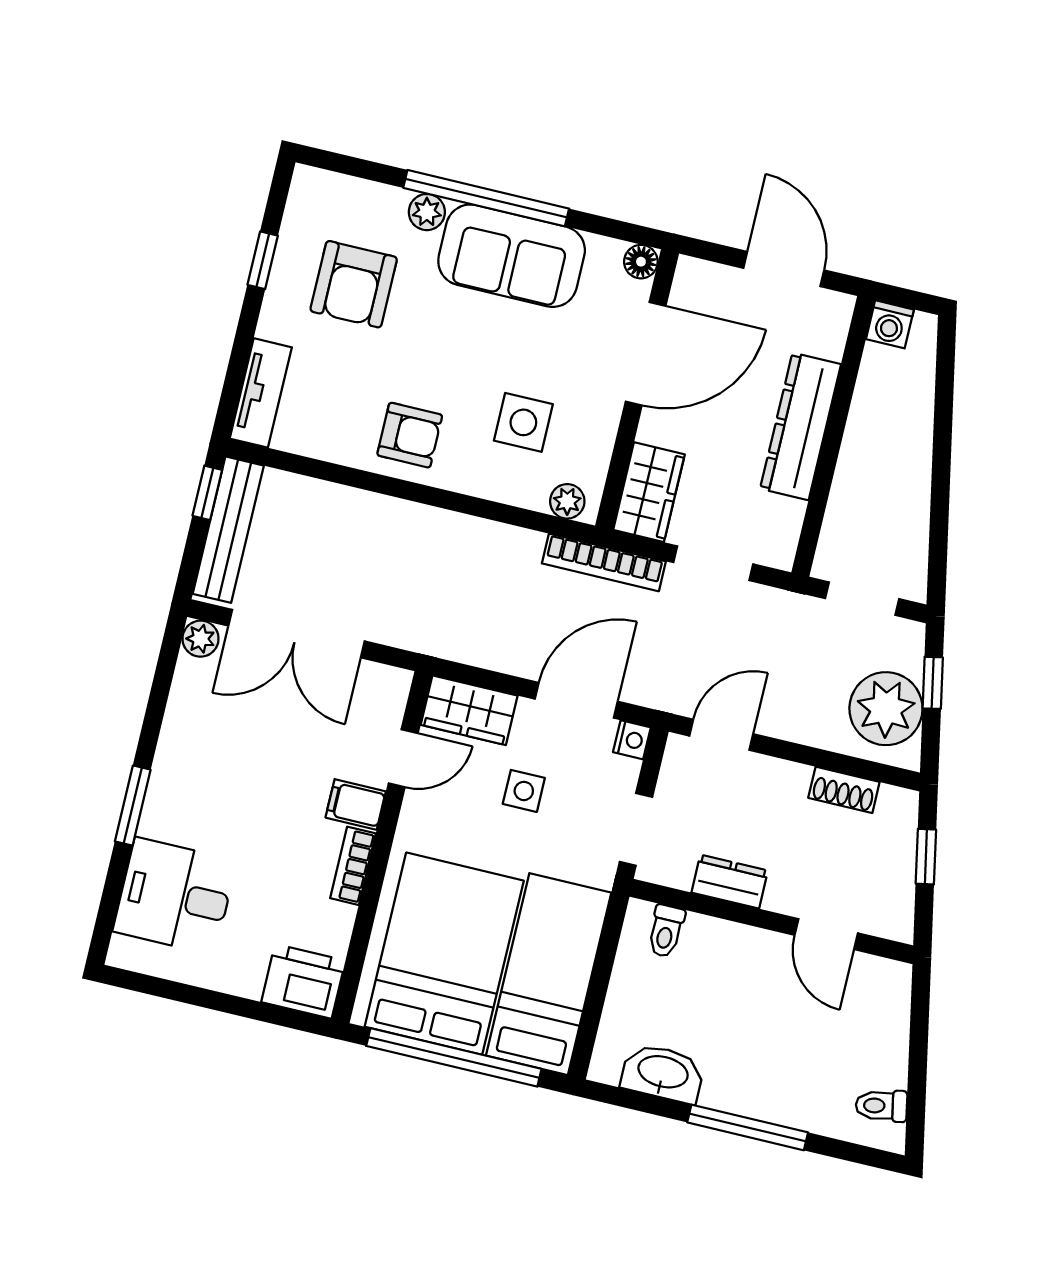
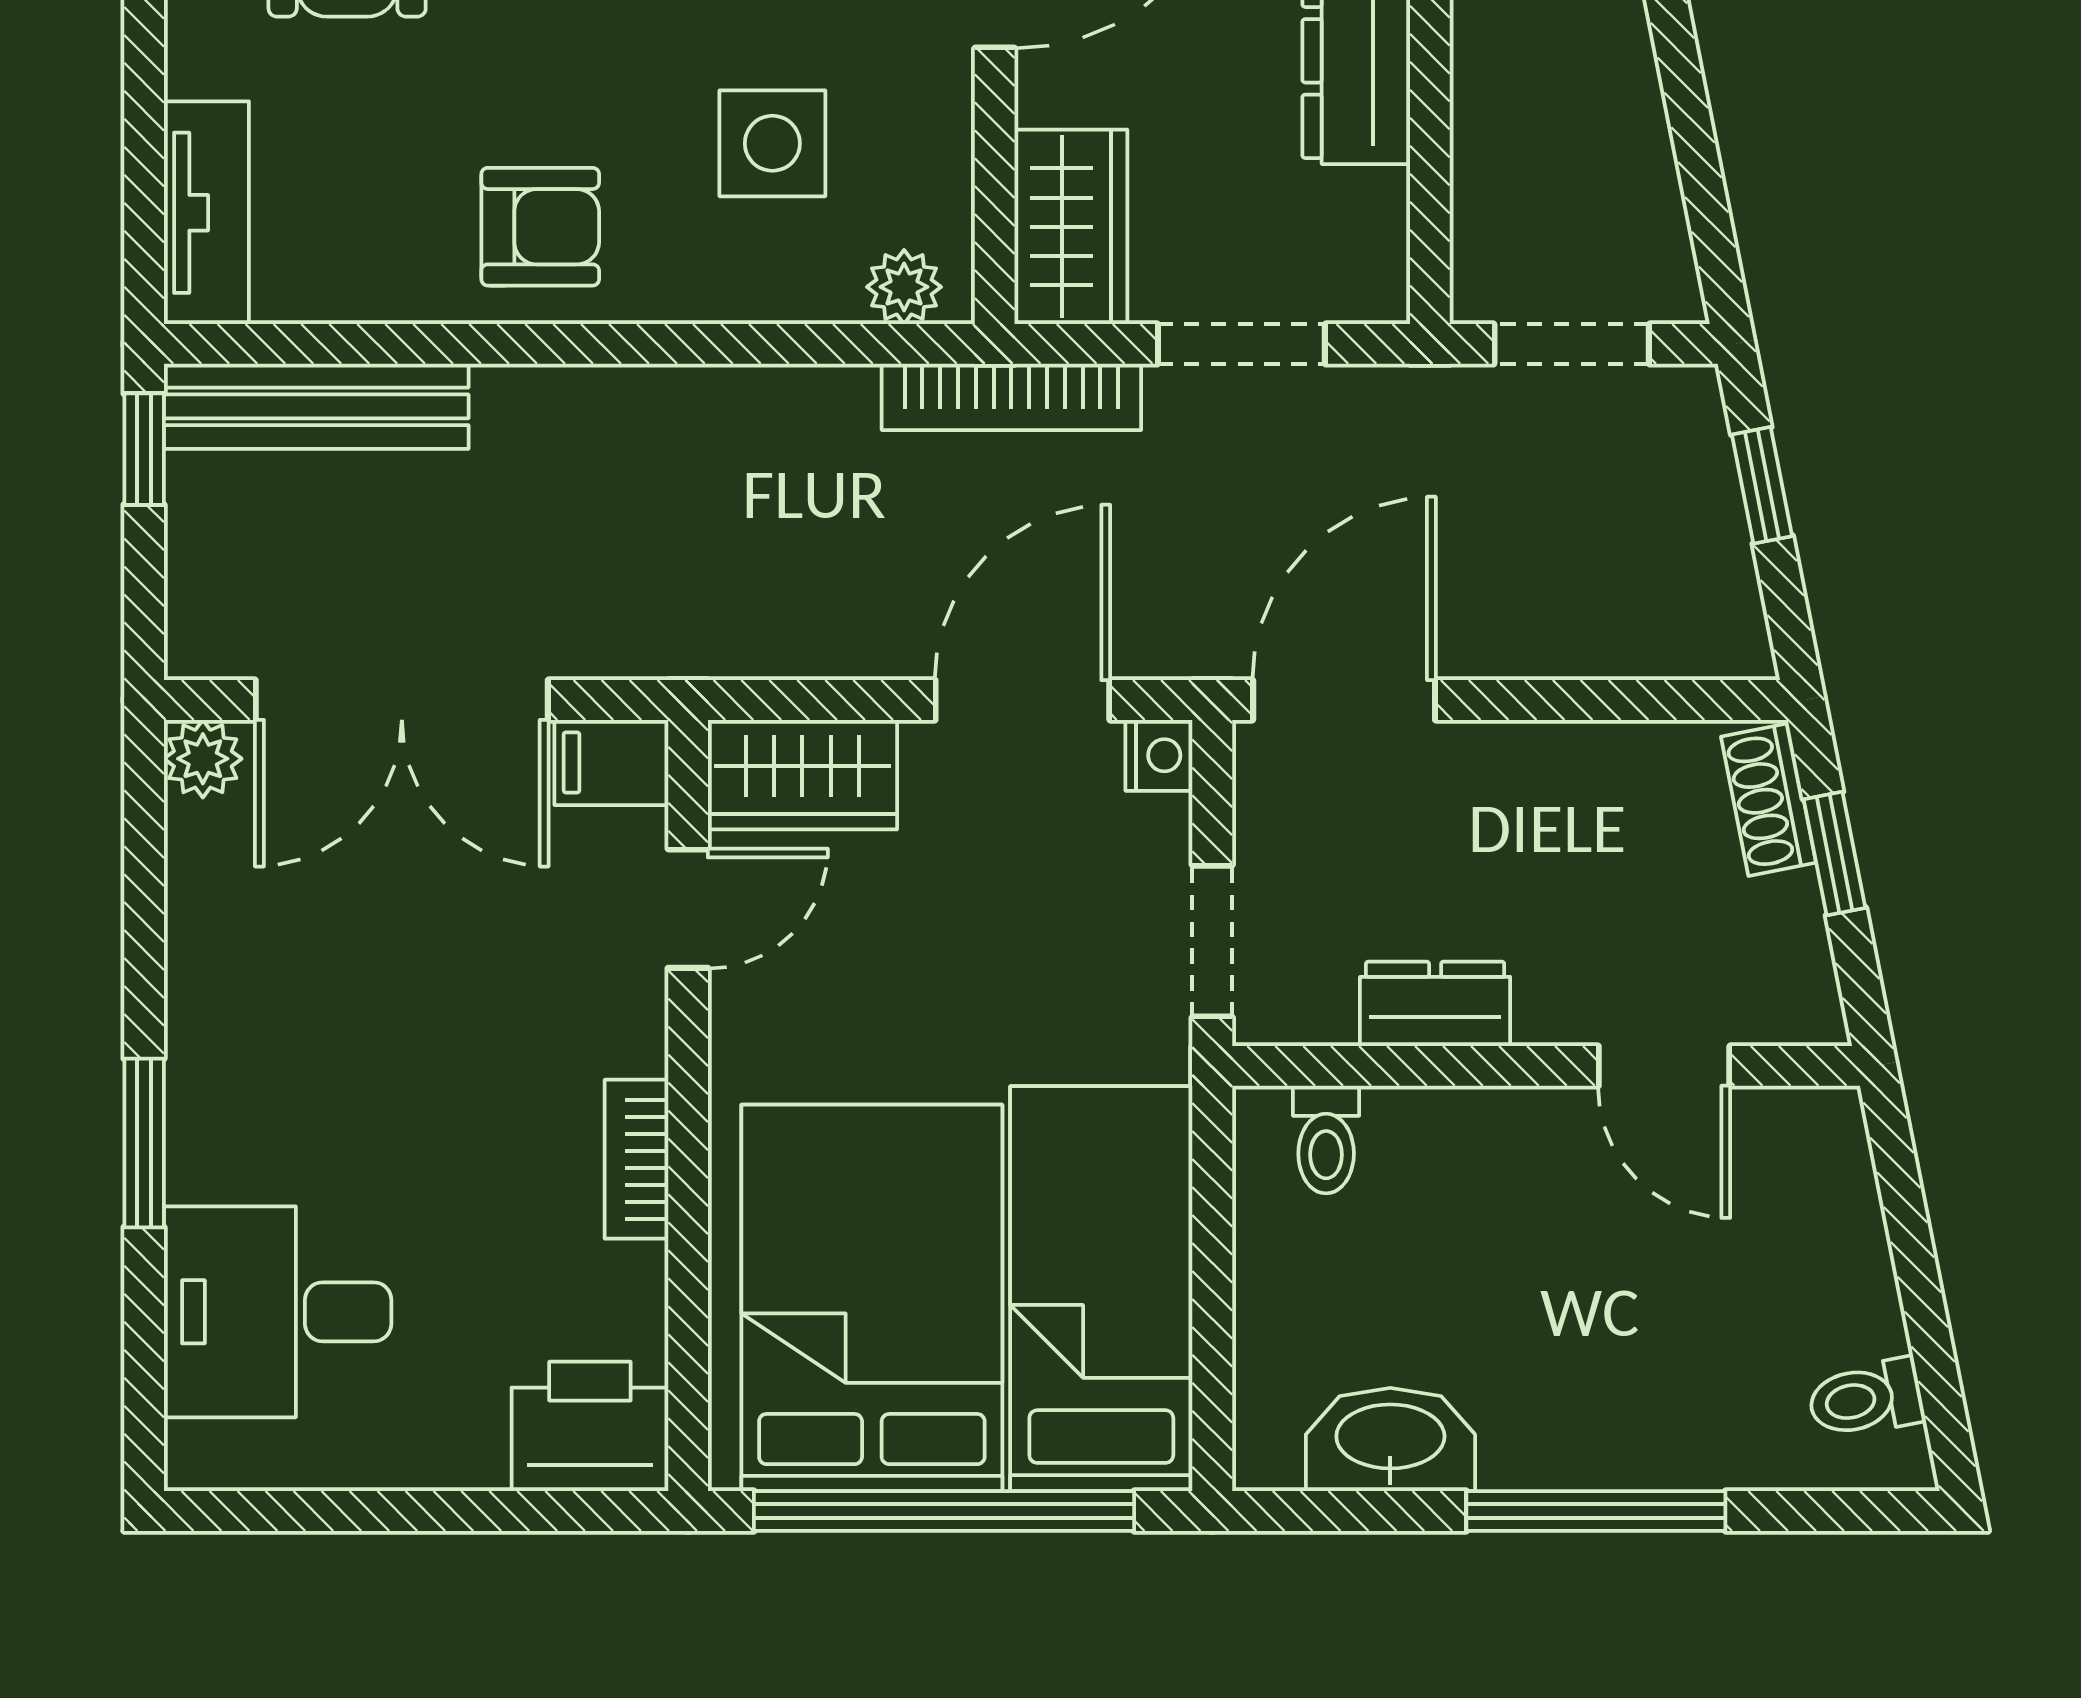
bench: (228, 530) -> (316, 406), moved, turned 90
plant: (886, 709) -> (1677, 563), removed
door: (721, 735) -> (1344, 700), width x1.38
shoe rack: (844, 790) -> (1769, 800), moved, turned 79
side table: (524, 791) -> (958, 917), removed
filing cabinet: (356, 804) -> (611, 762), moved

